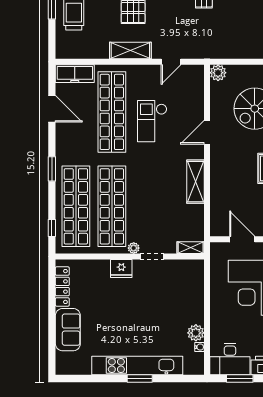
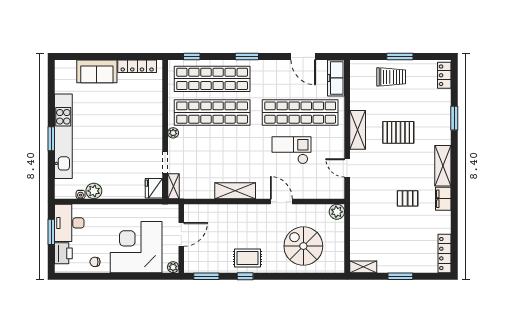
door: (52, 109) -> (303, 57), hinge flipped
doorway: (152, 257) -> (165, 162), moved
fridge: (121, 269) -> (154, 188), moved

